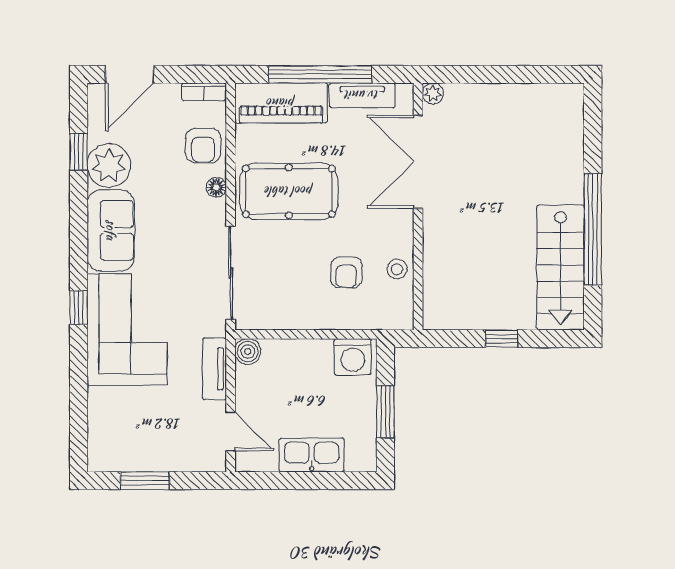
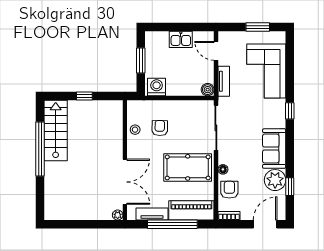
corner sofa: (127, 329) -> (266, 71), moved
kitchen sink: (312, 455) -> (181, 39), width x0.73

